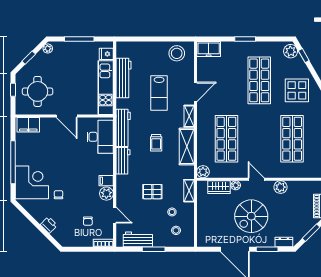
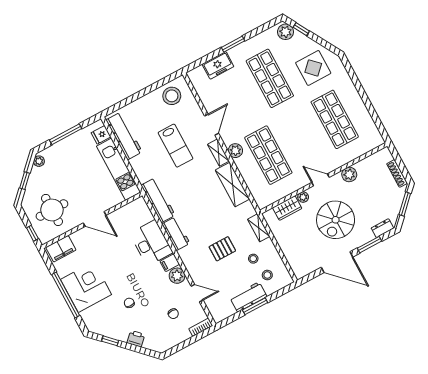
freezer: (209, 49) -> (218, 65), moved
workbench: (124, 78) -> (124, 136), moved
window: (13, 90) -> (32, 233), moved
desk: (100, 137) -> (151, 243), moved
trolley: (156, 143) -> (200, 197), removed
plant: (203, 172) -> (235, 151), moved
corner desk: (32, 182) -> (86, 287), moved
window: (28, 216) -> (110, 341), added
workbench: (138, 239) -> (248, 297), moved

